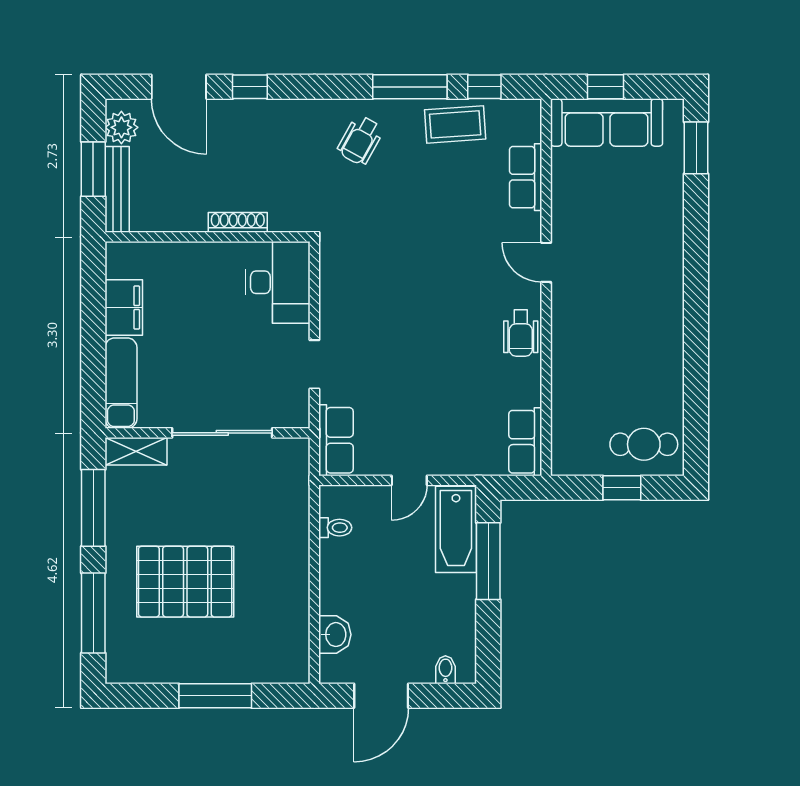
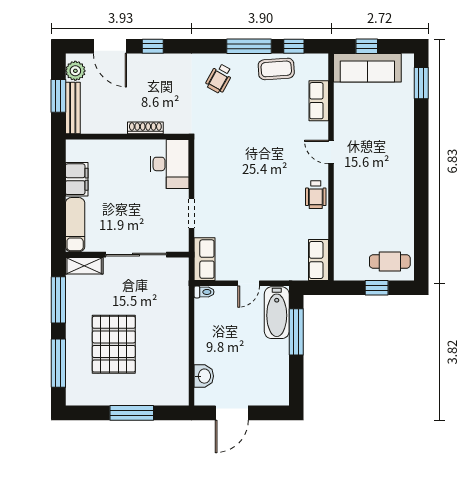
toilet: (335, 528) -> (204, 292), moved
pallet: (185, 582) -> (114, 344), turned 90
bidet: (445, 670) -> (270, 397), removed

